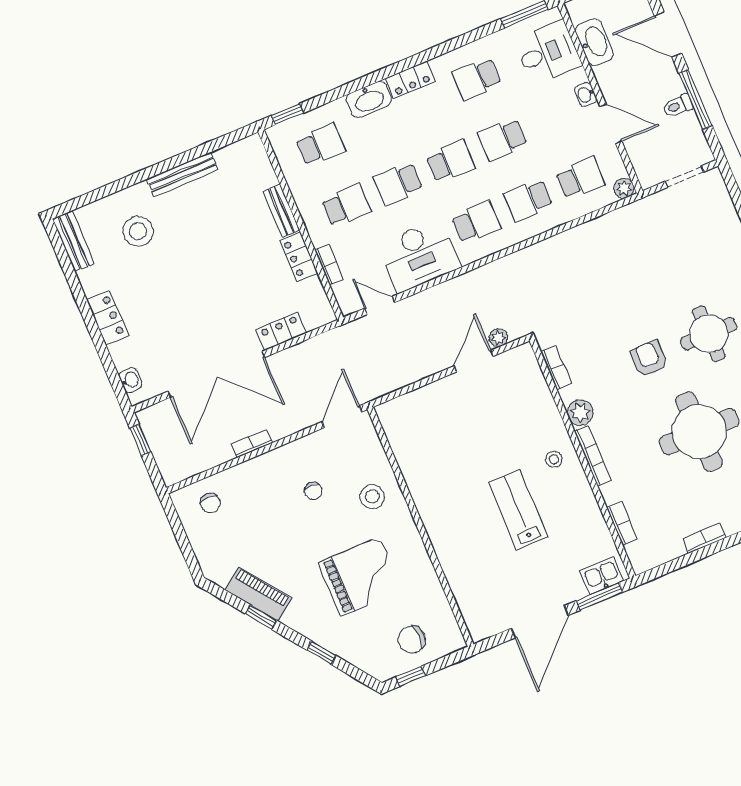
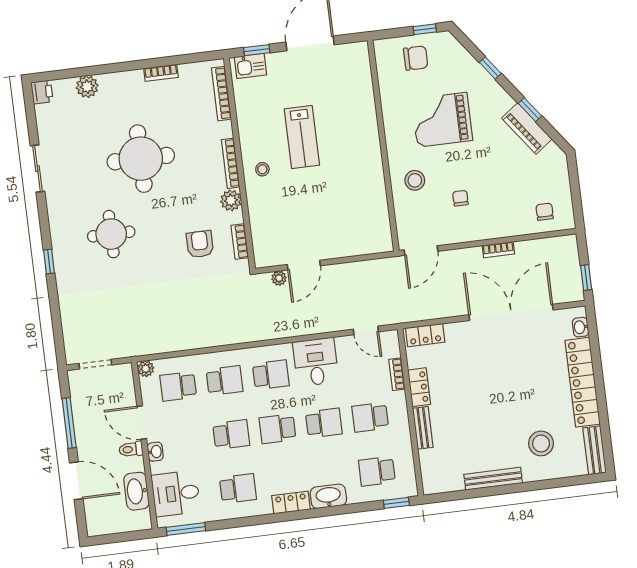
toilet: (678, 106) -> (131, 449), moved, turned 180
school desk: (476, 222) -> (271, 375), turned 180
desk: (419, 256) -> (316, 362), width x0.73
locker: (107, 318) -> (583, 382), width x2.16, depth x1.21
locker: (281, 331) -> (425, 335), moved
armchair: (649, 359) -> (200, 244), moved, turned 180
bookcase: (622, 523) -> (221, 94), width x1.56
window: (600, 596) -> (257, 50), width x0.67

